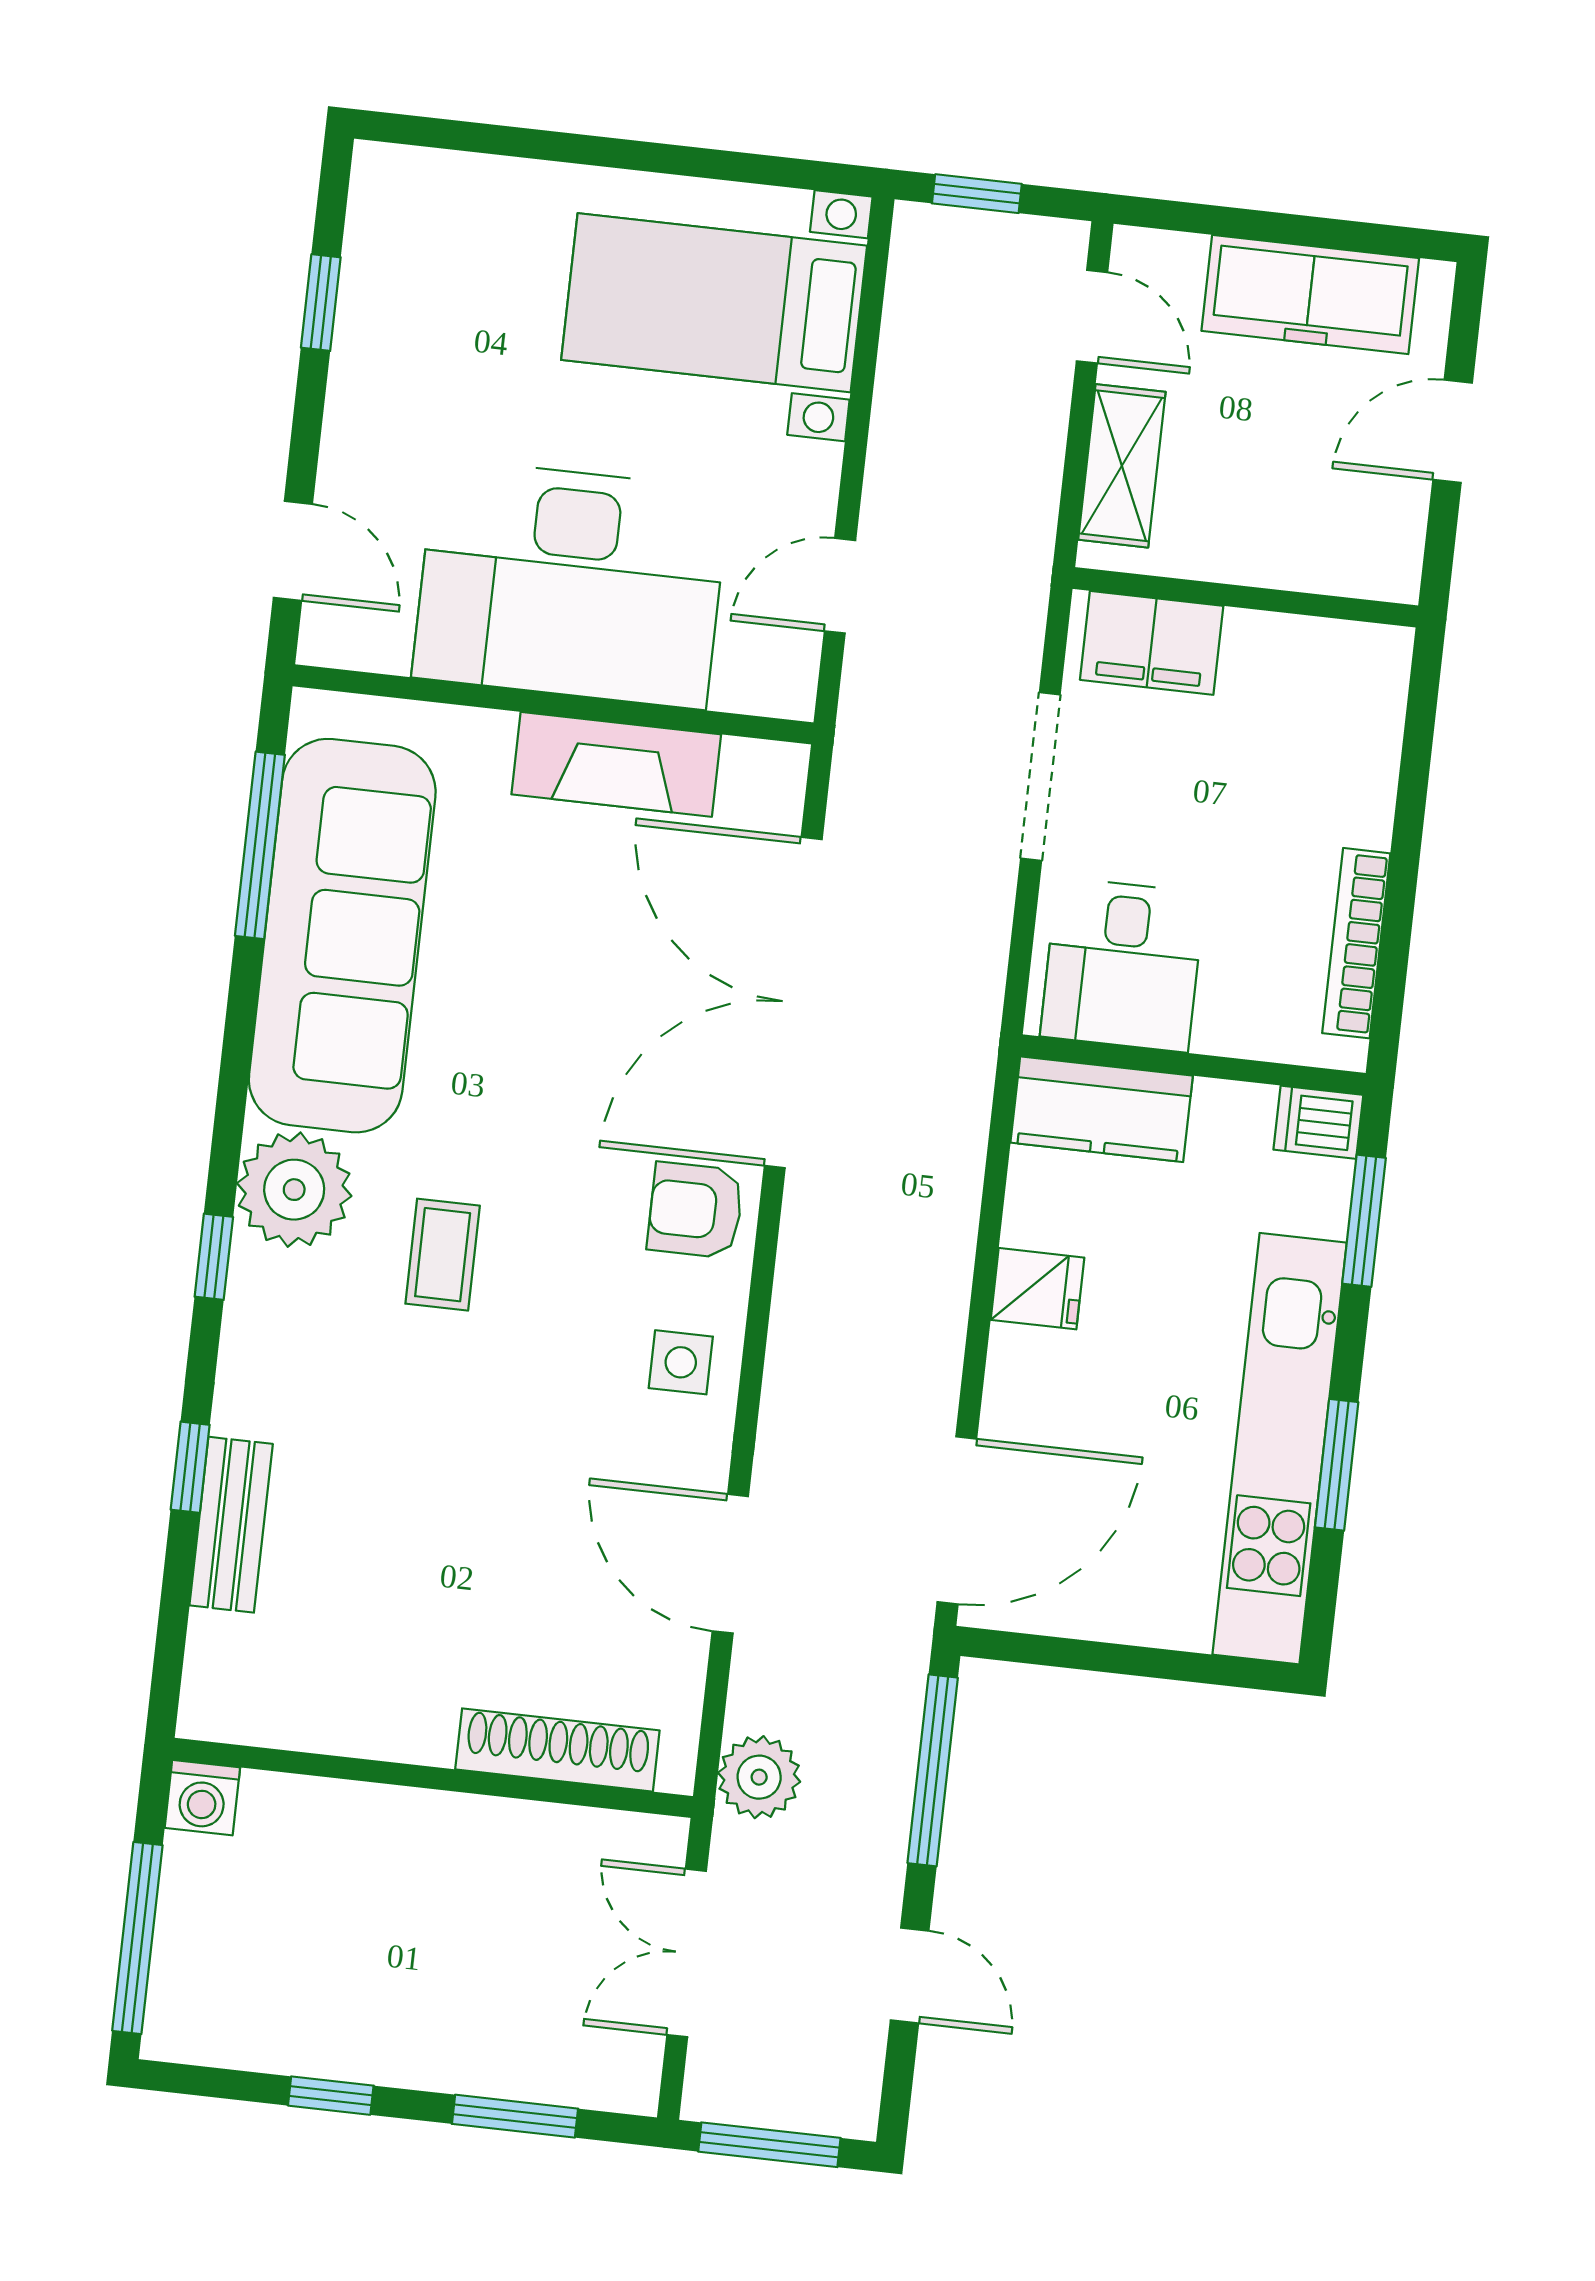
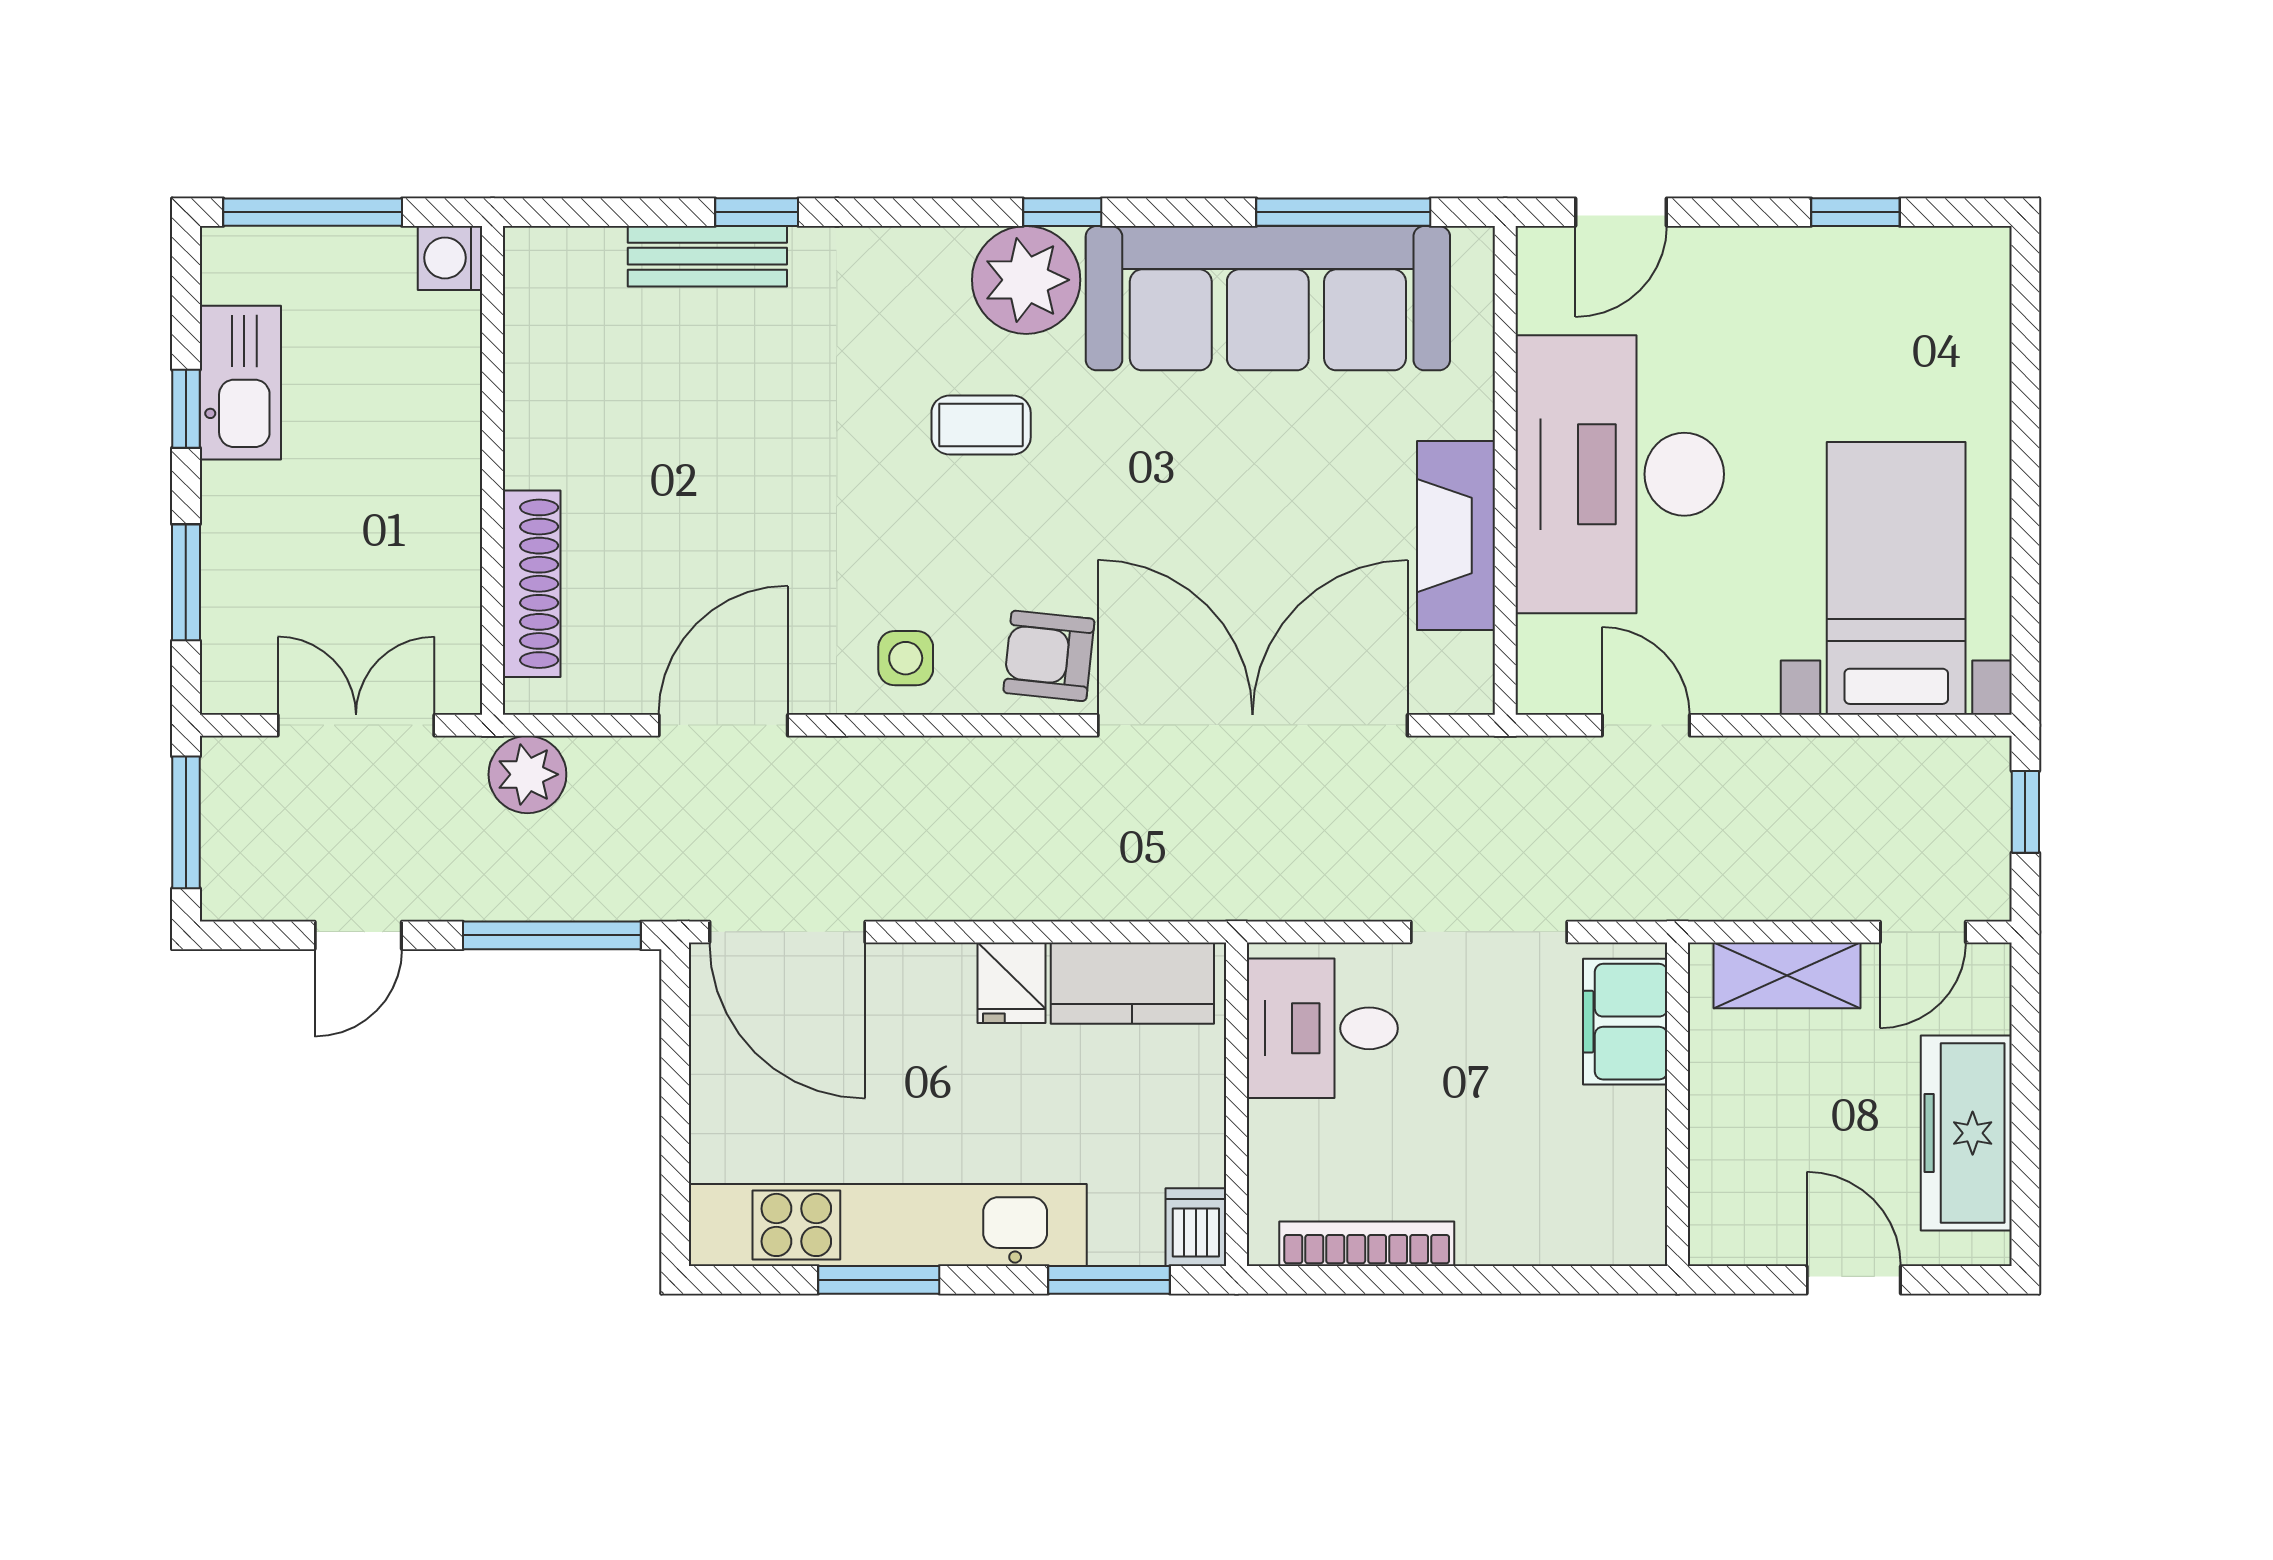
kitchen counter: (1102, 1109) -> (1132, 983), moved, turned -90
armchair: (695, 1210) -> (1049, 656), turned -84
window: (214, 1257) -> (1062, 212), moved
kitchen sink: (310, 2035) -> (240, 383), added

